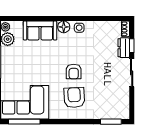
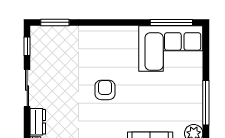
window: (132, 46) -> (27, 46), moved
armchair: (74, 98) -> (104, 55), removed

